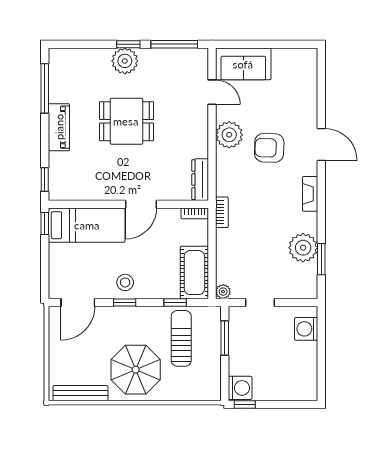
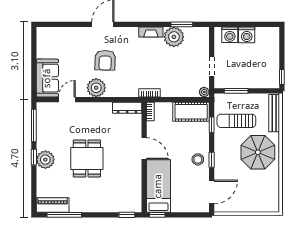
piano: (59, 127) -> (53, 205), moved
fireplace: (310, 194) -> (151, 32), moved
door: (78, 303) -> (212, 192), hinge flipped
washing machine: (240, 388) -> (247, 35), moved, turned 180
bench: (80, 393) -> (274, 113), moved

